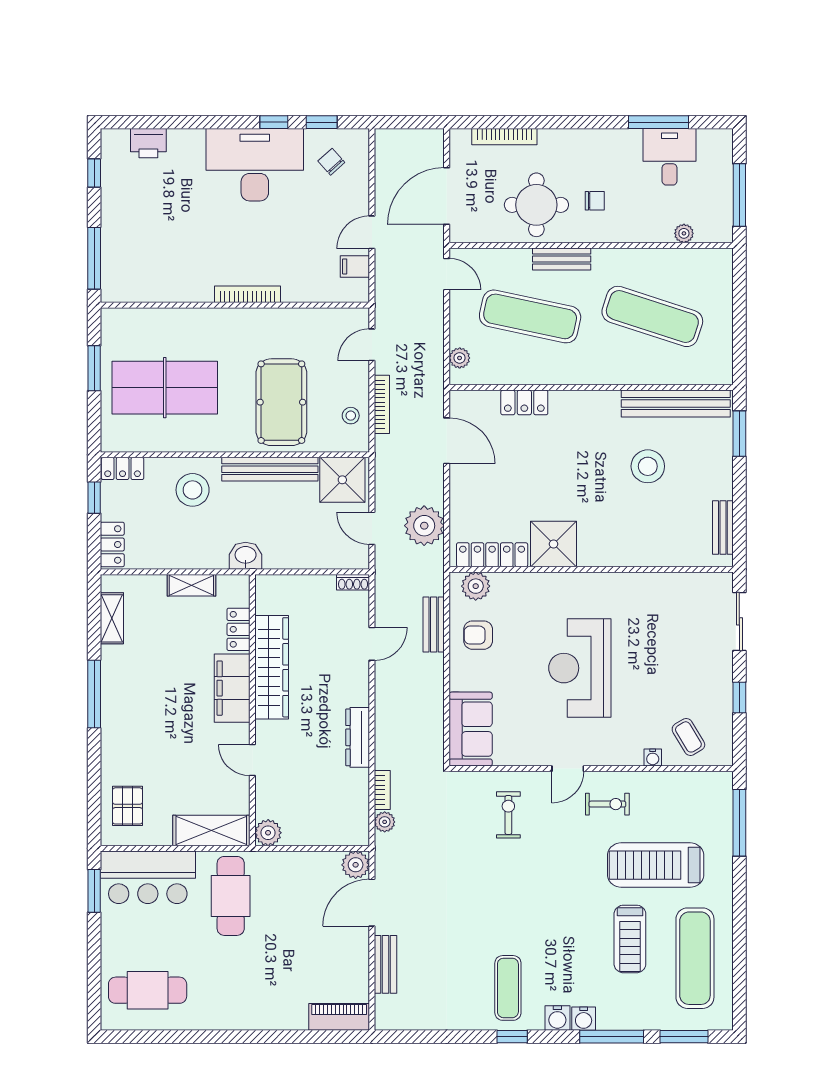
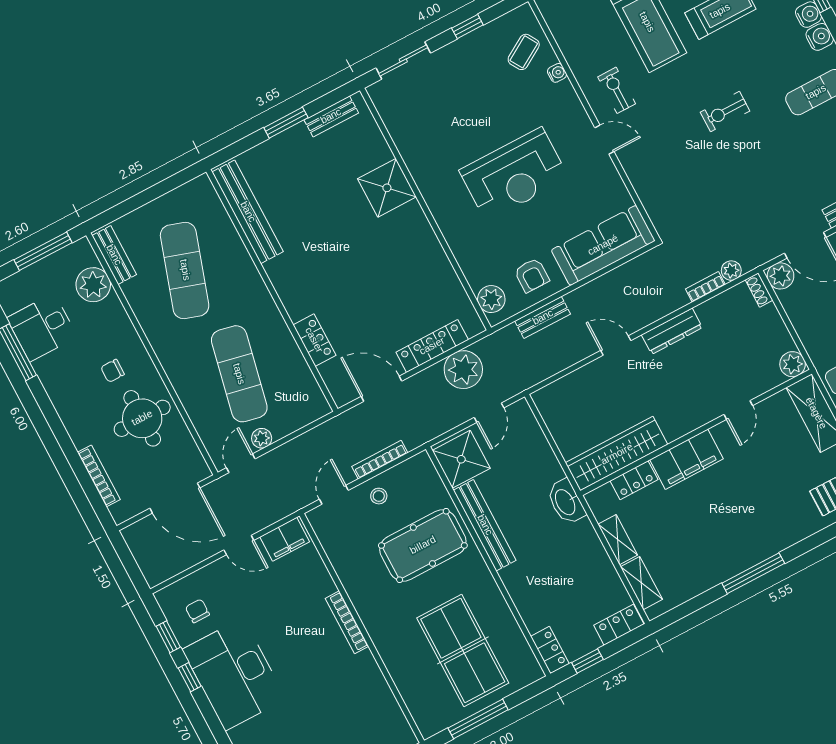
chair: (331, 162) -> (197, 611), turned 132
chair: (595, 201) -> (113, 371), turned -90
plant: (684, 233) -> (93, 285), width x1.88, depth x1.88
bench: (562, 259) -> (114, 255), moved
filing cabinet: (355, 266) -> (285, 539), width x2.00
door: (372, 345) -> (334, 495), swing flipped
plant: (460, 358) -> (262, 438), moved
window: (94, 368) -> (478, 719), width x1.44
stool: (351, 416) -> (379, 496), moved
window: (739, 434) -> (286, 123), moved
door: (447, 441) -> (381, 389), hinge flipped
stool: (648, 466) -> (313, 207), removed
stool: (193, 490) -> (537, 581), removed
shower: (554, 544) -> (387, 188), moved
locker: (492, 555) -> (432, 346), moved, turned 90
washbasin: (246, 556) -> (566, 502), width x1.38
shoe rack: (353, 582) -> (759, 290), moved, turned 180
shelving: (112, 618) -> (641, 583), moved, turned 90
door: (372, 644) -> (616, 345), moved
wardrobe: (272, 667) -> (617, 454), moved
sofa: (471, 729) -> (603, 245), width x1.36
exercise bike: (508, 815) -> (725, 112), moved

